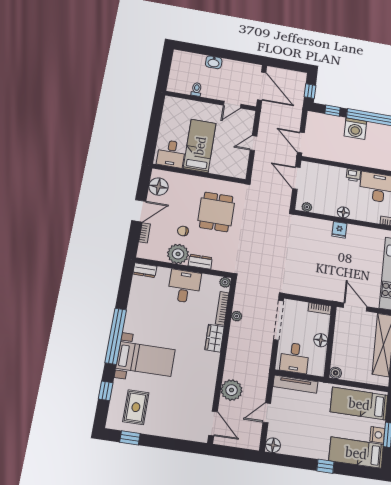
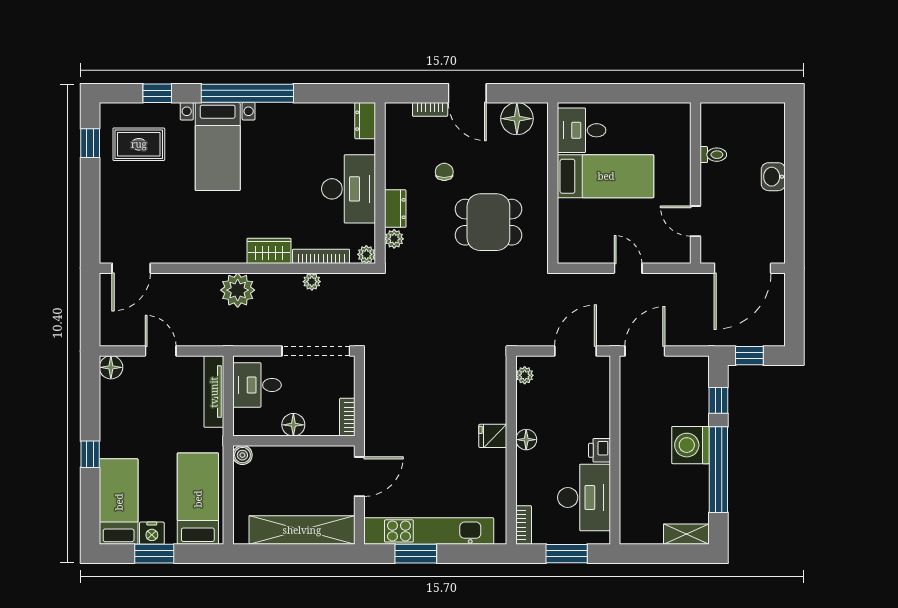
plant: (178, 254) -> (394, 239), moved, width x0.53, depth x0.53
desk: (184, 286) -> (349, 189), width x1.37
plant: (232, 390) -> (238, 290), moved

